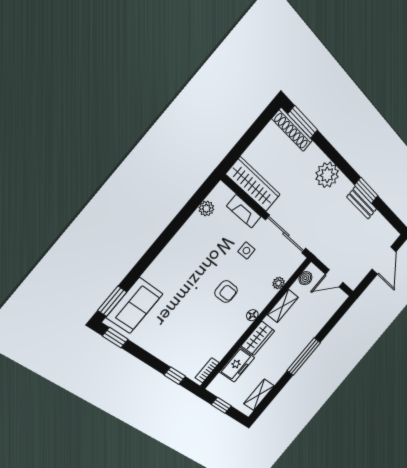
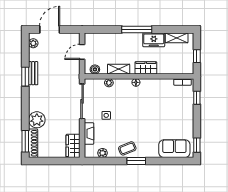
plant: (327, 175) -> (37, 120), moved
wardrobe: (253, 184) -> (73, 146), width x0.67
plant: (388, 231) -> (33, 43), added
coffee table: (185, 245) -> (127, 148), added
door: (334, 278) -> (82, 52), swing flipped
armchair: (226, 292) -> (134, 108), removed
window: (112, 301) -> (136, 161), moved
freezer: (237, 365) -> (154, 40), moved, turned 180

